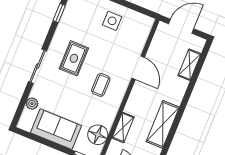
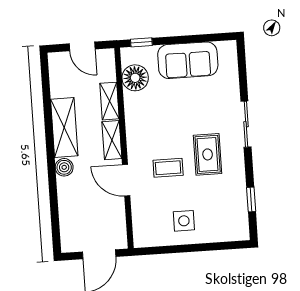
shelving: (189, 65) -> (112, 140), moved
coffee table: (101, 85) -> (168, 168), moved, turned 90
boiler: (176, 97) -> (64, 167), added
plant: (32, 104) -> (231, 77), removed

